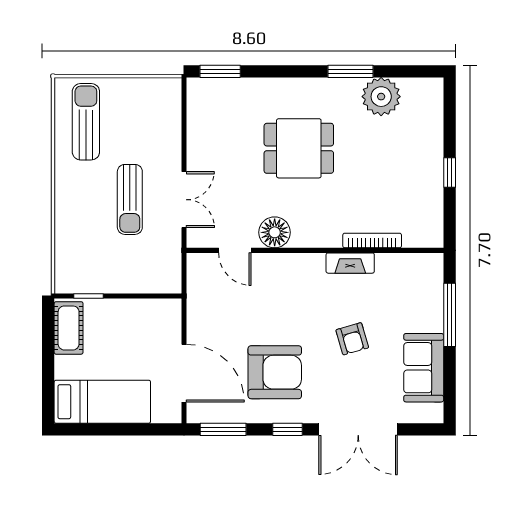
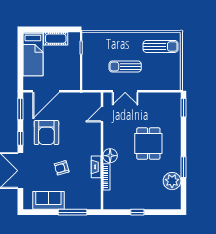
floor lamp: (275, 232) -> (110, 156), moved
cot: (69, 328) -> (56, 39), moved

